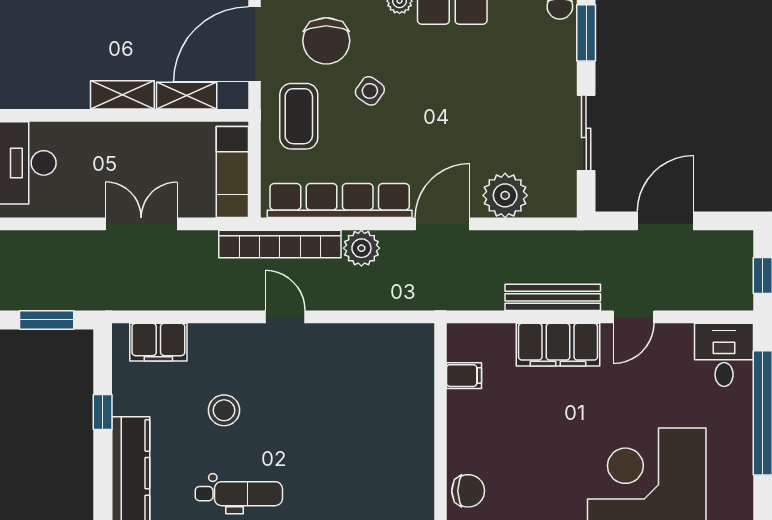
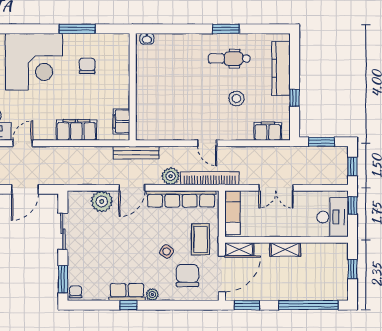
shelving: (187, 96) -> (239, 249), moved
bench: (553, 297) -> (136, 153), moved
door: (634, 317) -> (23, 143), moved
filing cabinet: (464, 376) -> (121, 121), width x2.00
chair: (468, 491) -> (87, 66), moved, turned 90

